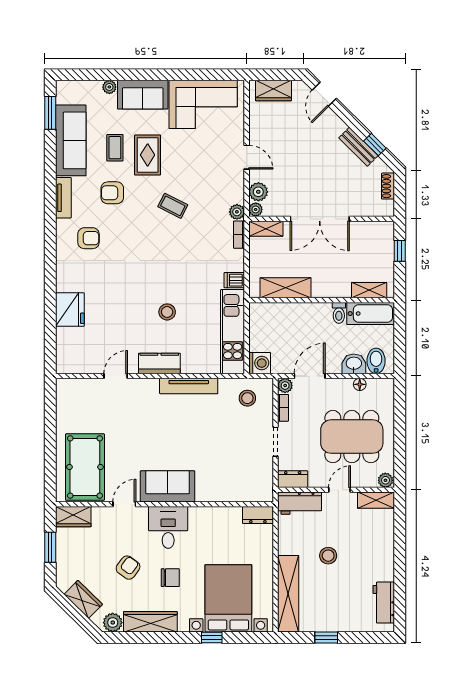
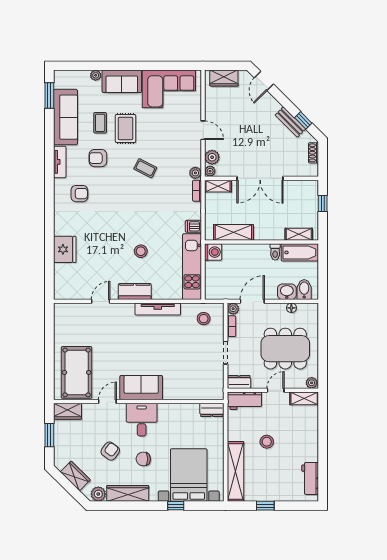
washing machine: (260, 363) -> (213, 252), moved
chair: (170, 578) -> (143, 459), turned 180

